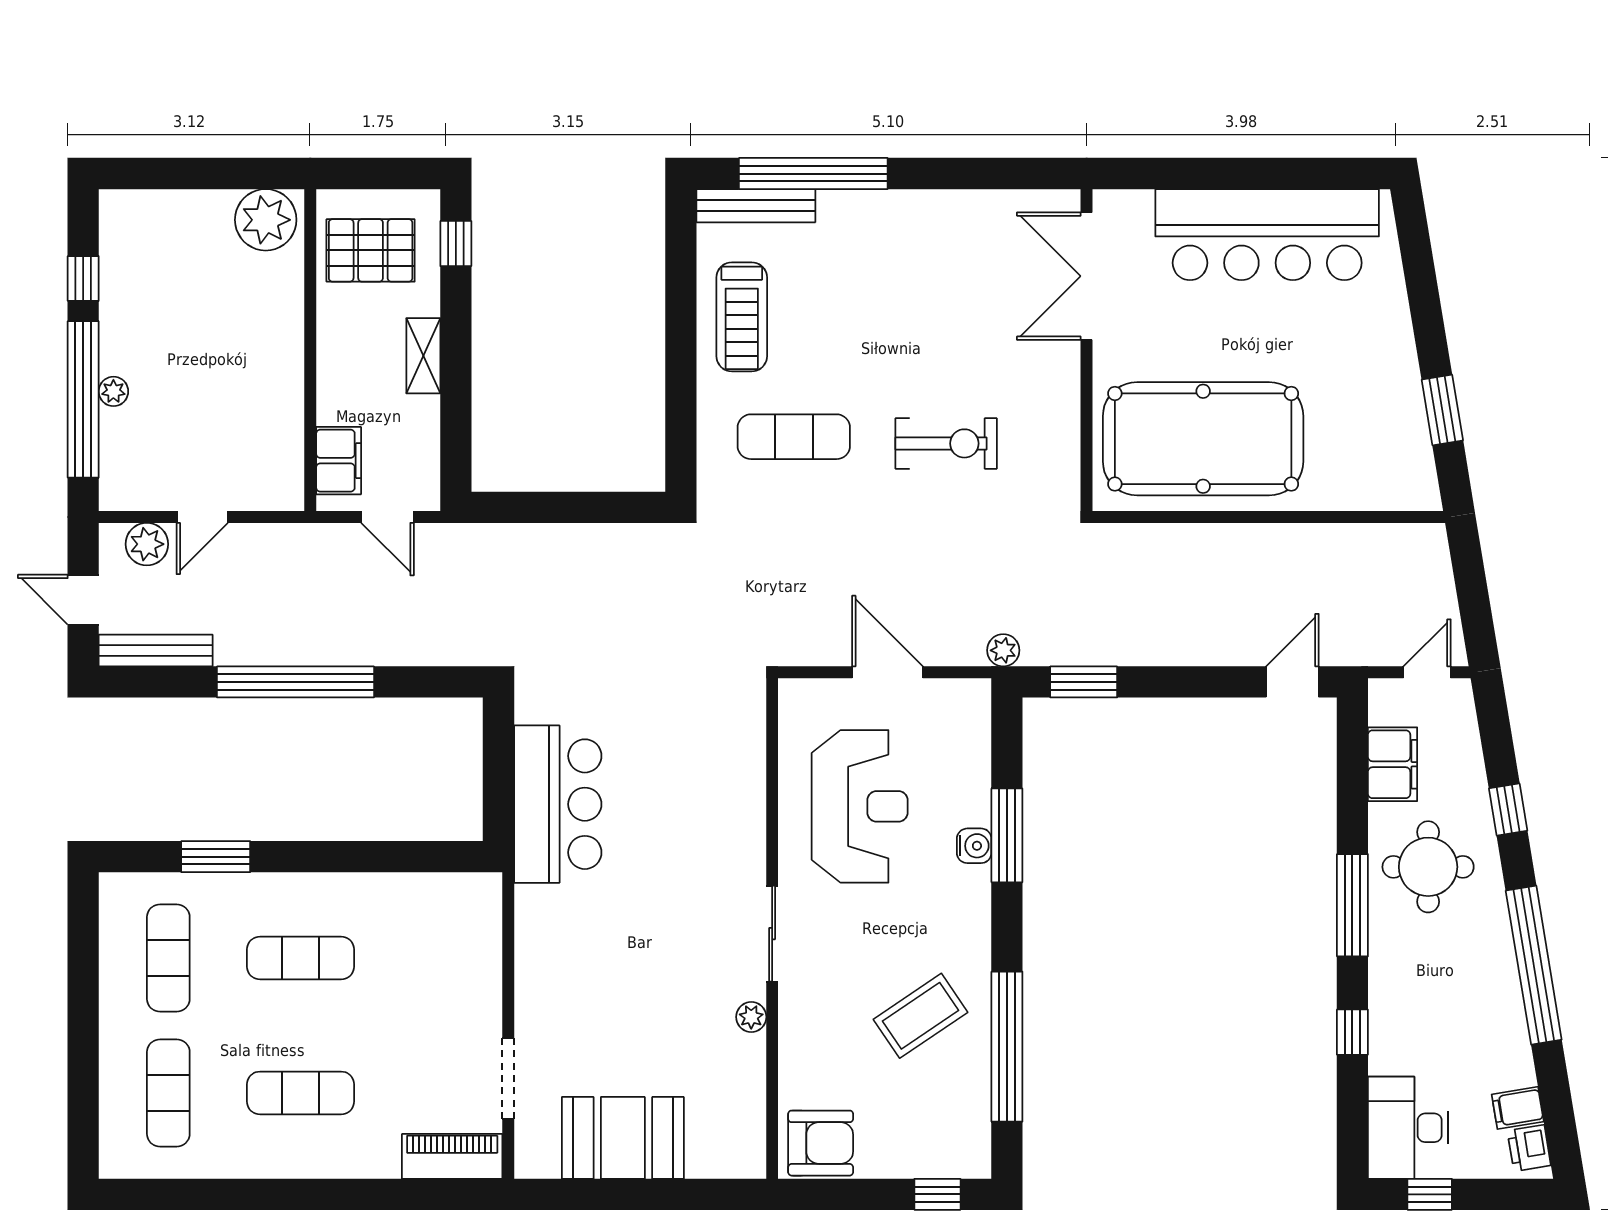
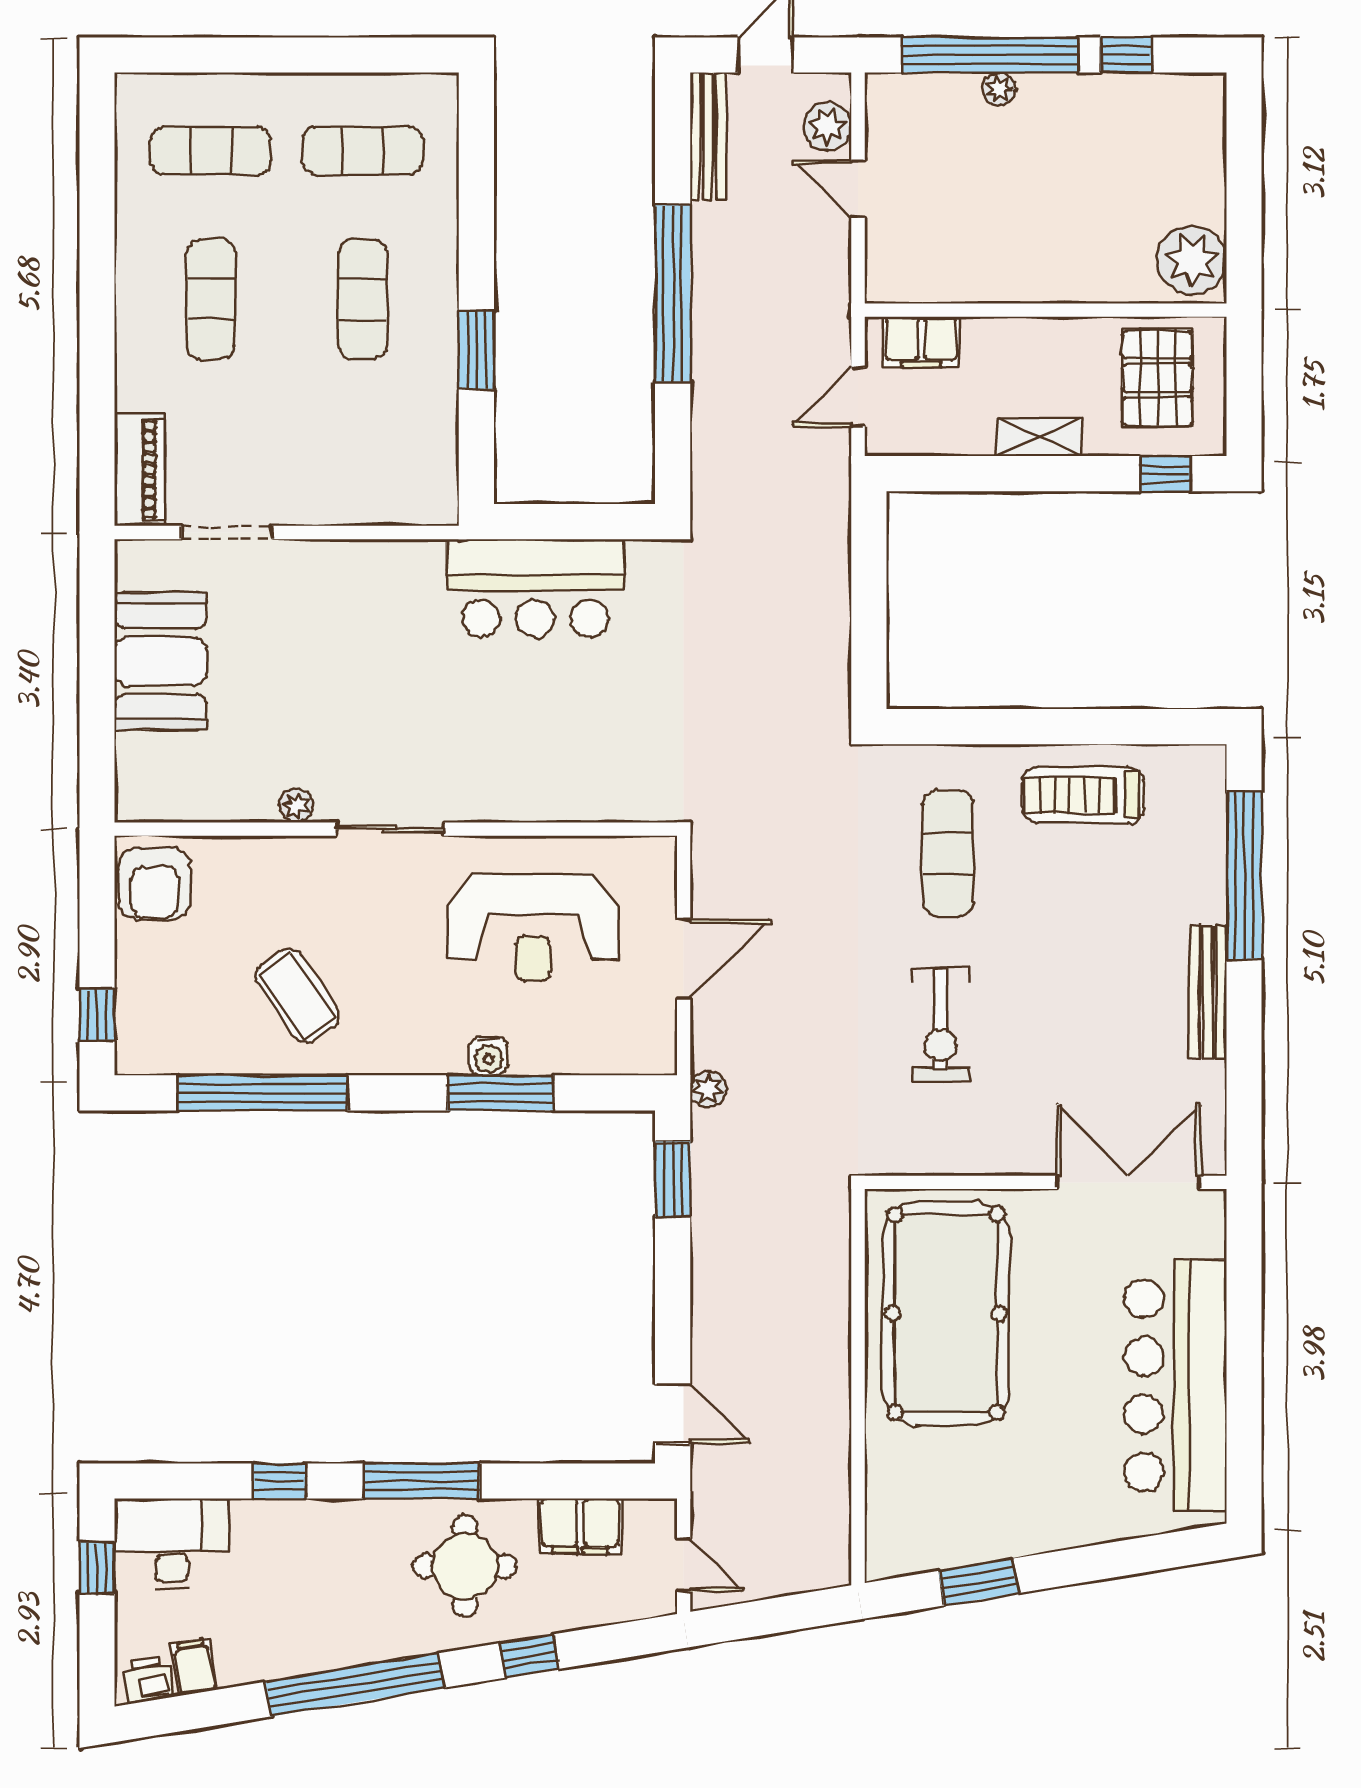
bench: (756, 206) -> (1208, 992), moved
window: (216, 857) -> (476, 350), moved

